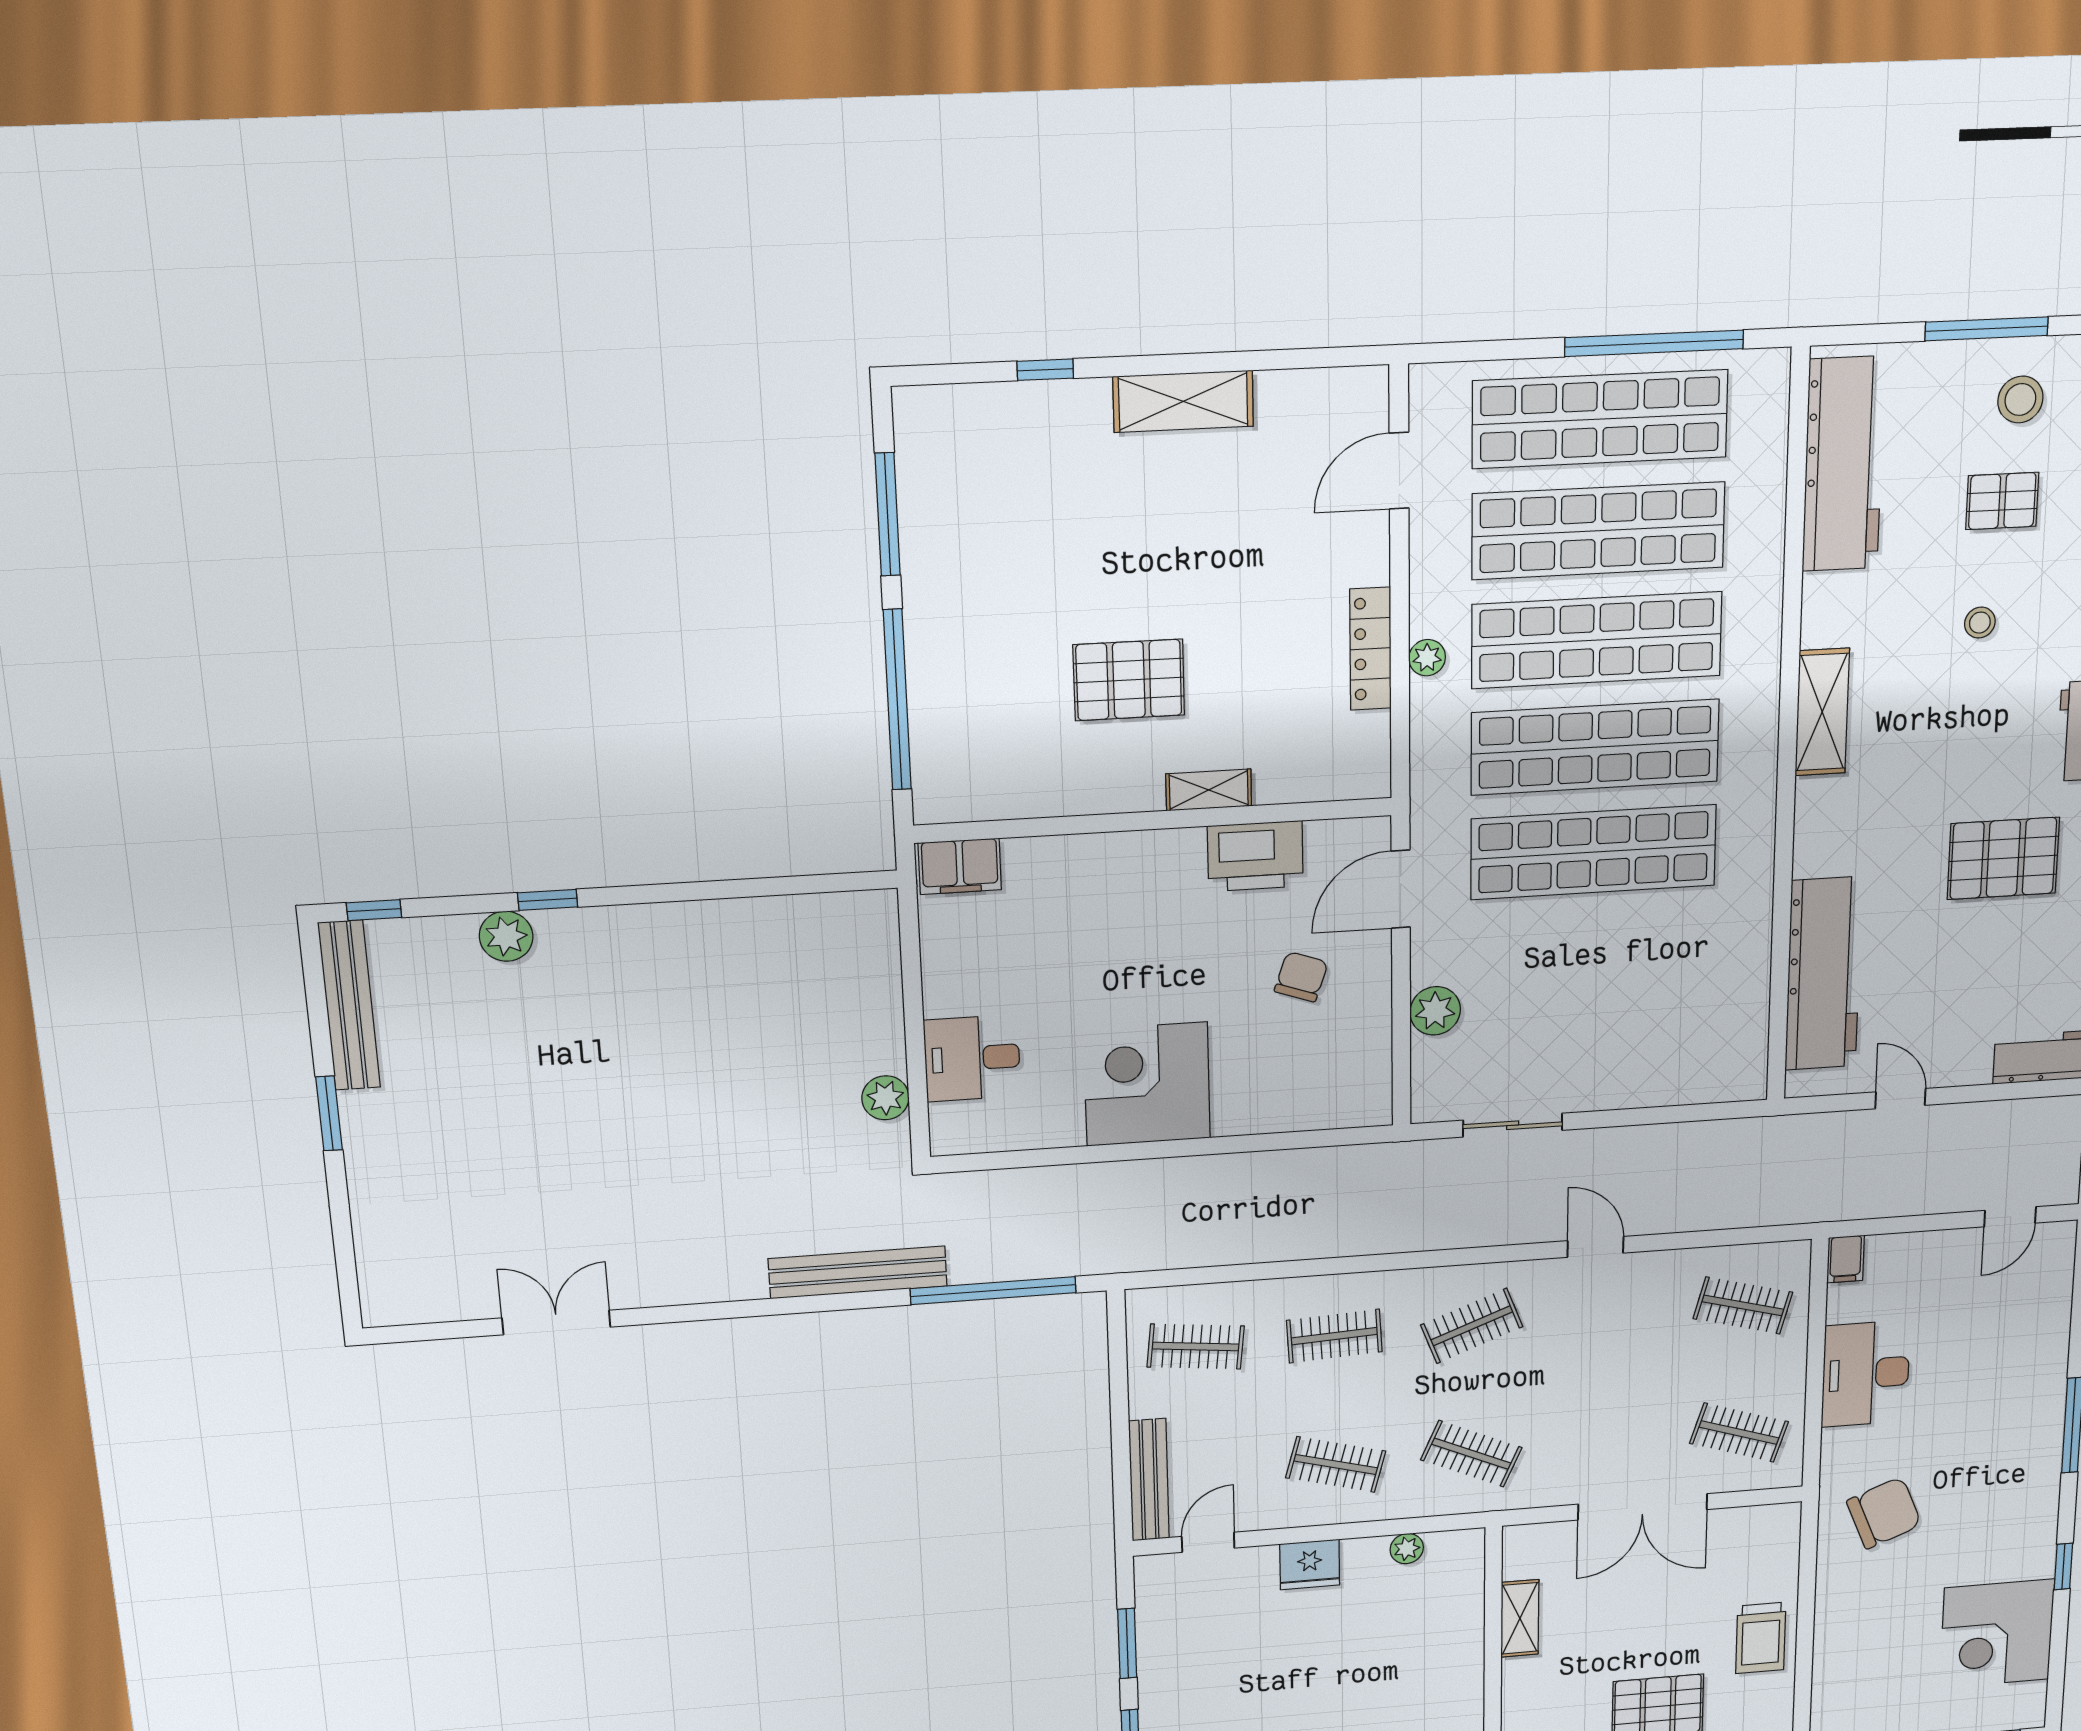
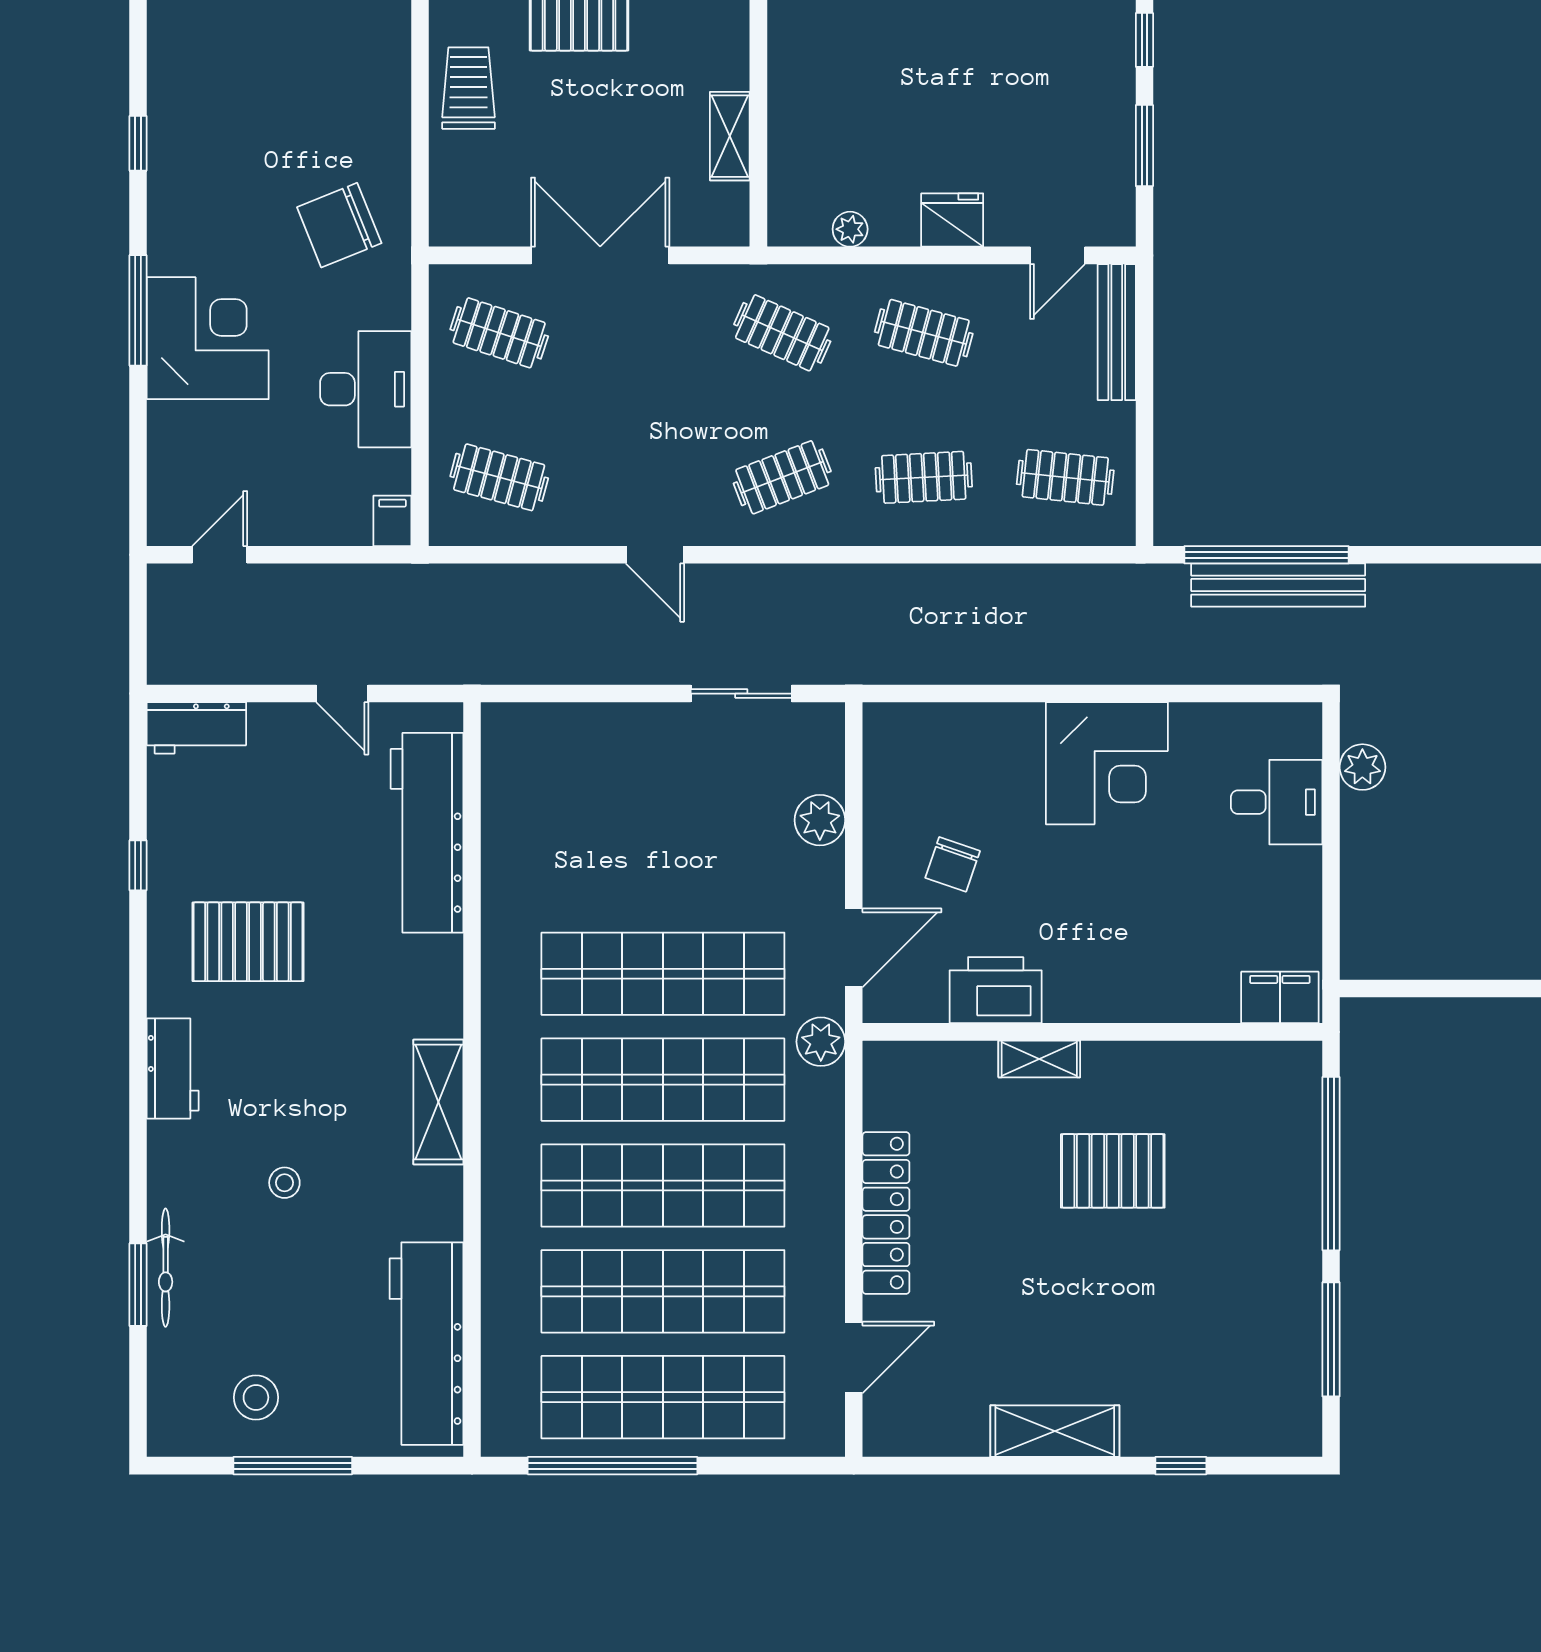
pallet: (2002, 501) -> (269, 1301), removed
locker: (1370, 649) -> (886, 1213), width x1.41, depth x1.21
plant: (1427, 658) -> (821, 1042), moved, width x1.38, depth x1.38
bench: (858, 1272) -> (1278, 585), moved
corner desk: (1997, 1634) -> (208, 338), moved

